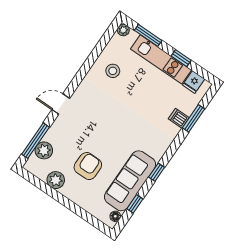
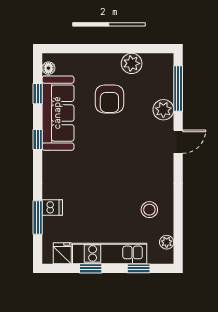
plant: (123, 30) -> (167, 242), moved
window: (148, 35) -> (139, 268), width x0.67
plant: (44, 150) -> (163, 110), moved

